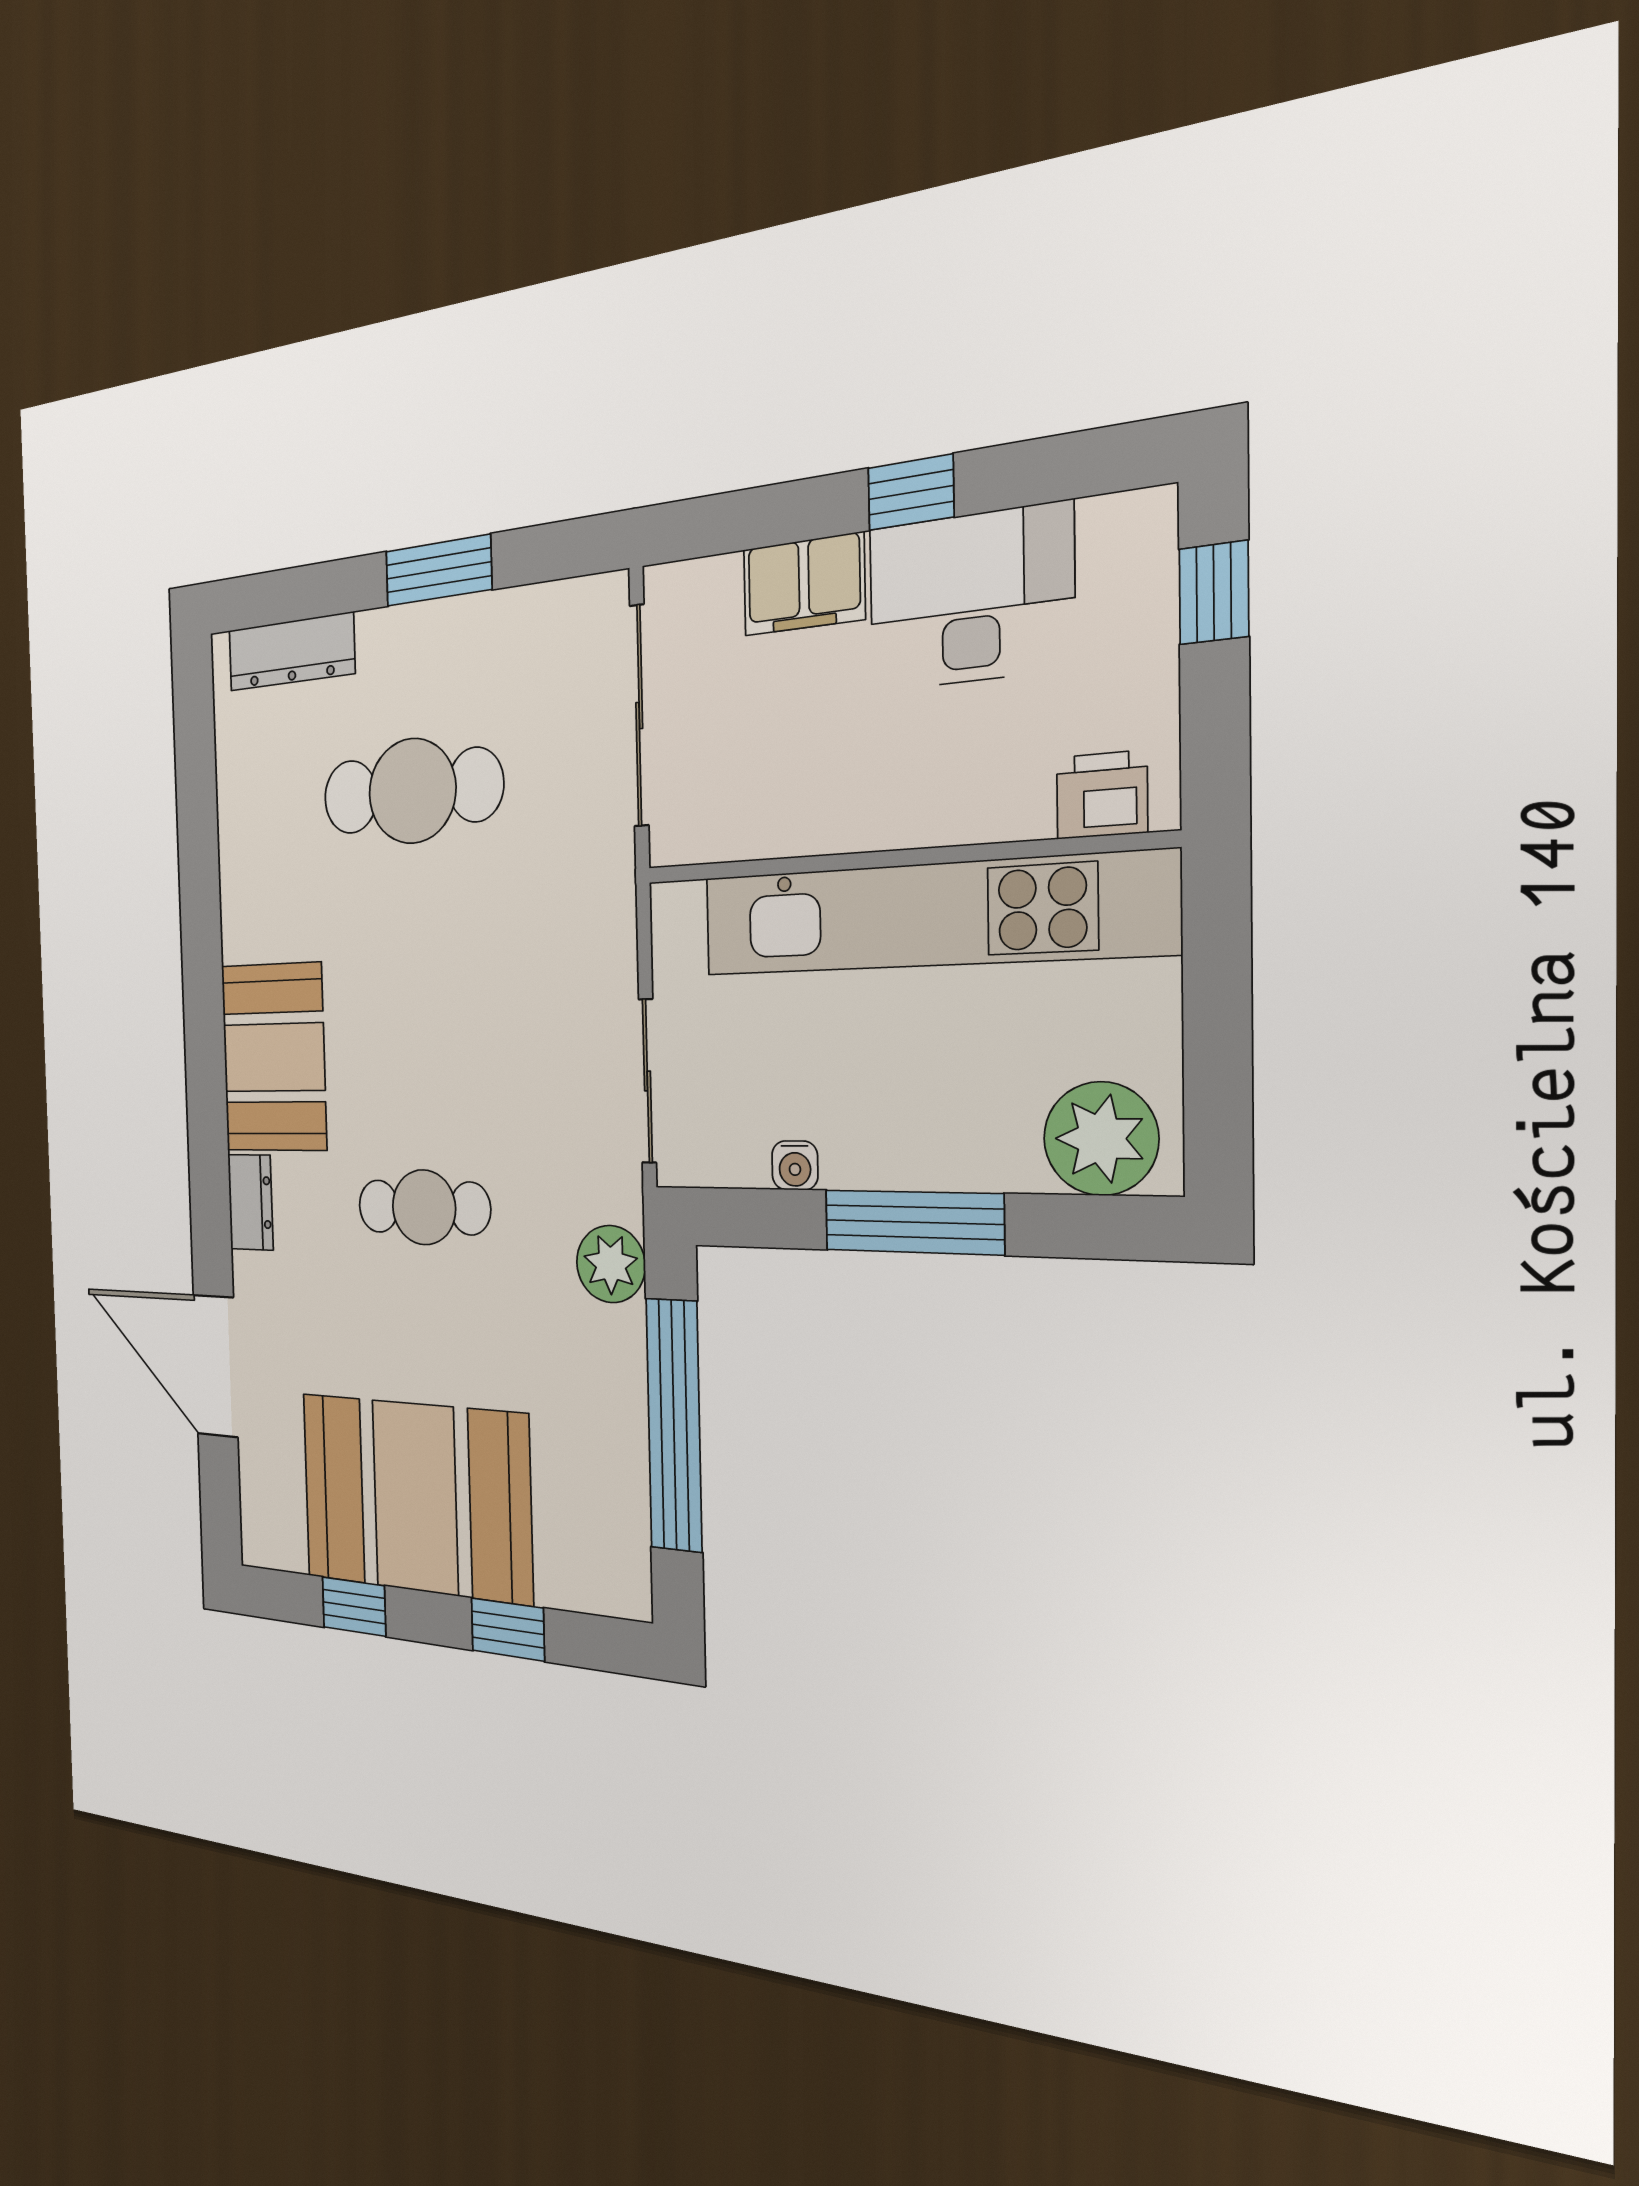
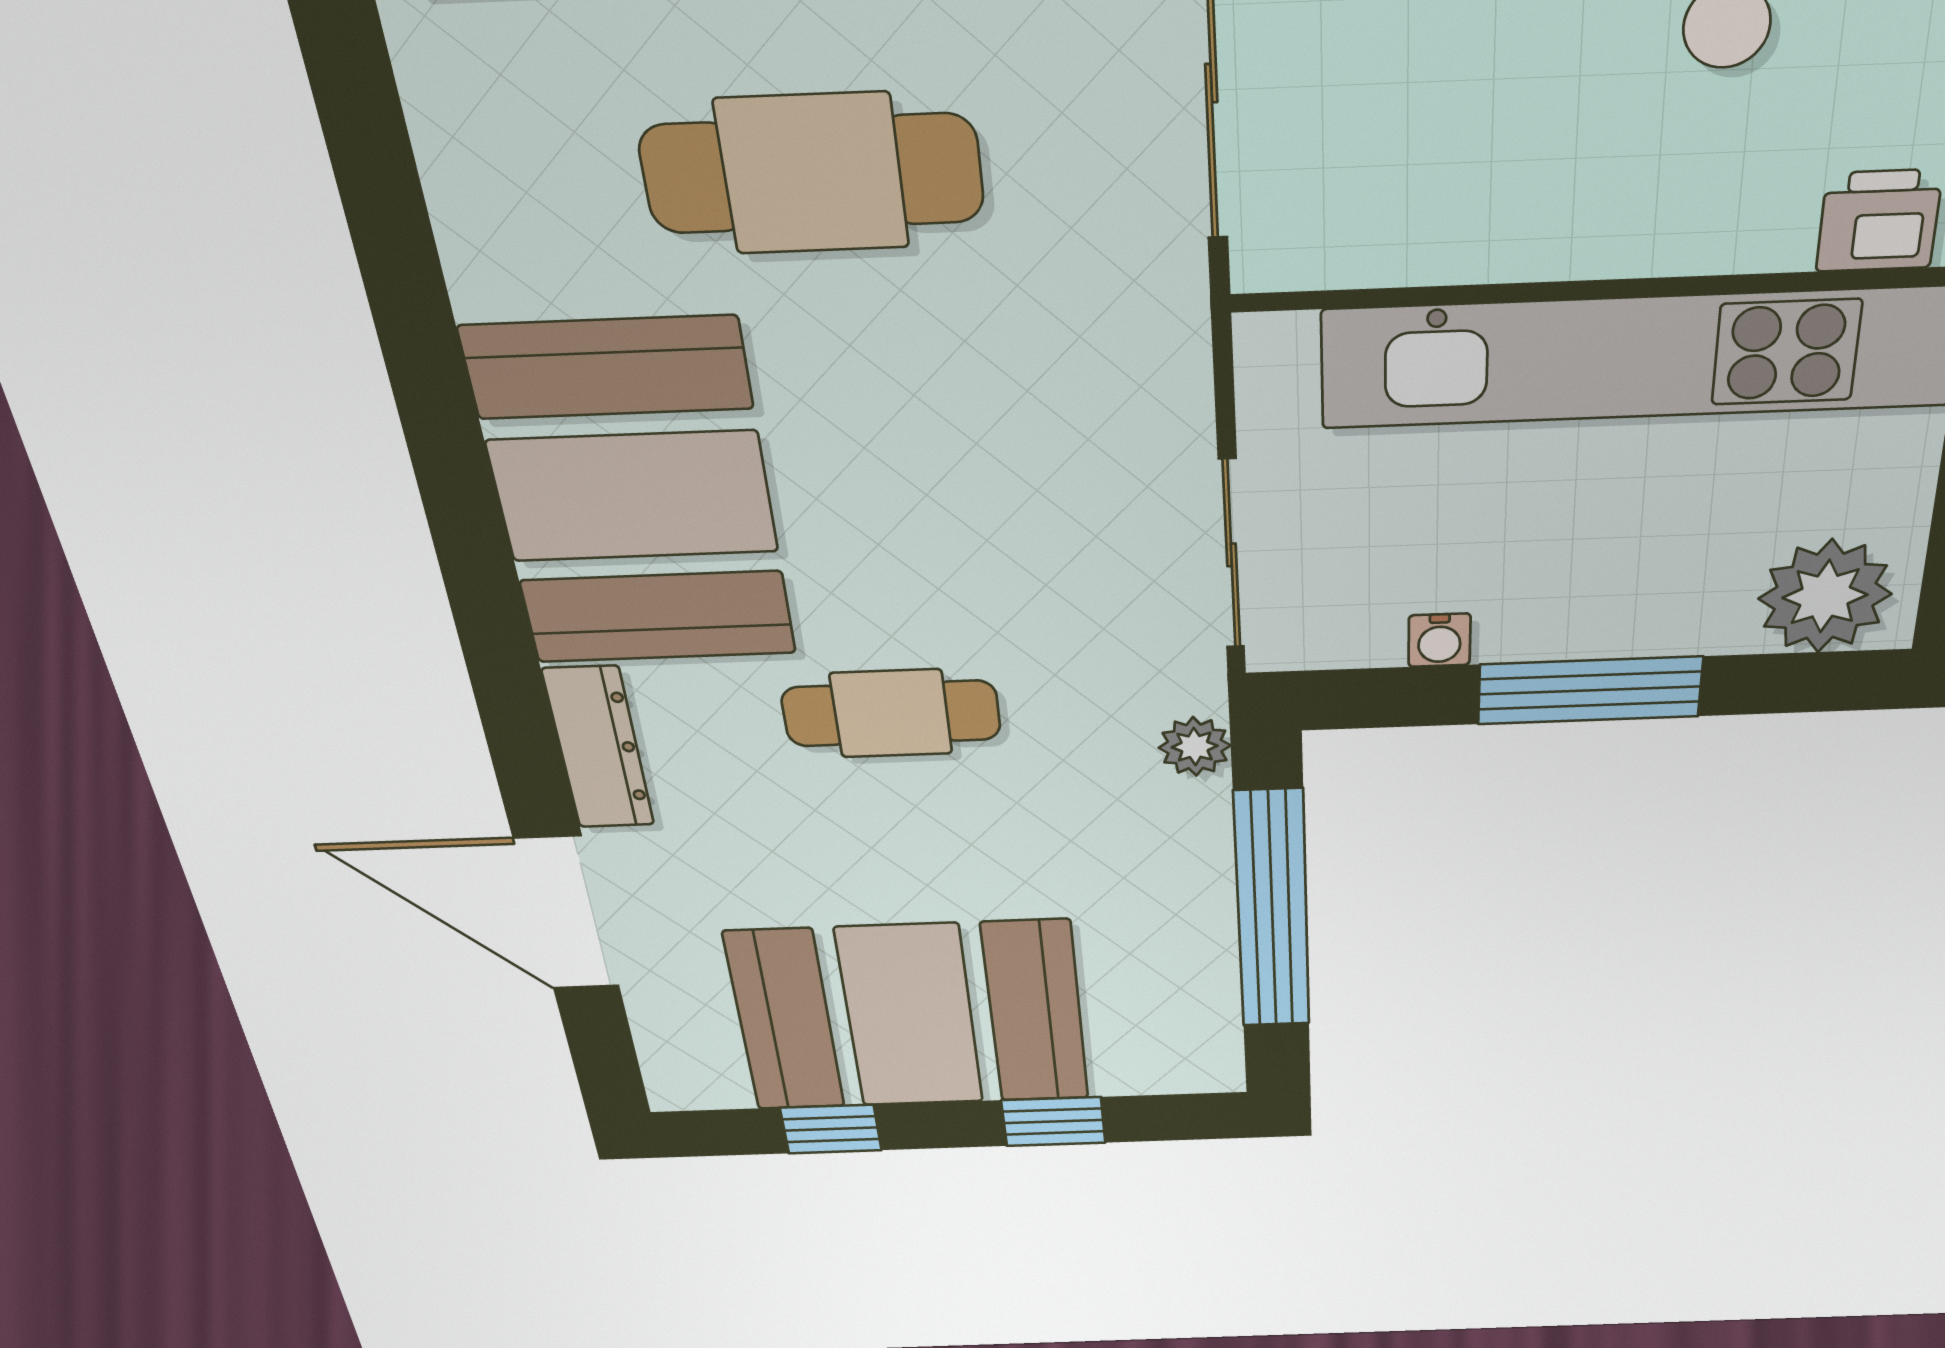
booth: (274, 1057) -> (634, 496), width x1.36, depth x1.42
dresser: (250, 1202) -> (599, 748), width x1.44
plant: (611, 1264) -> (1195, 747), width x0.73, depth x0.73

